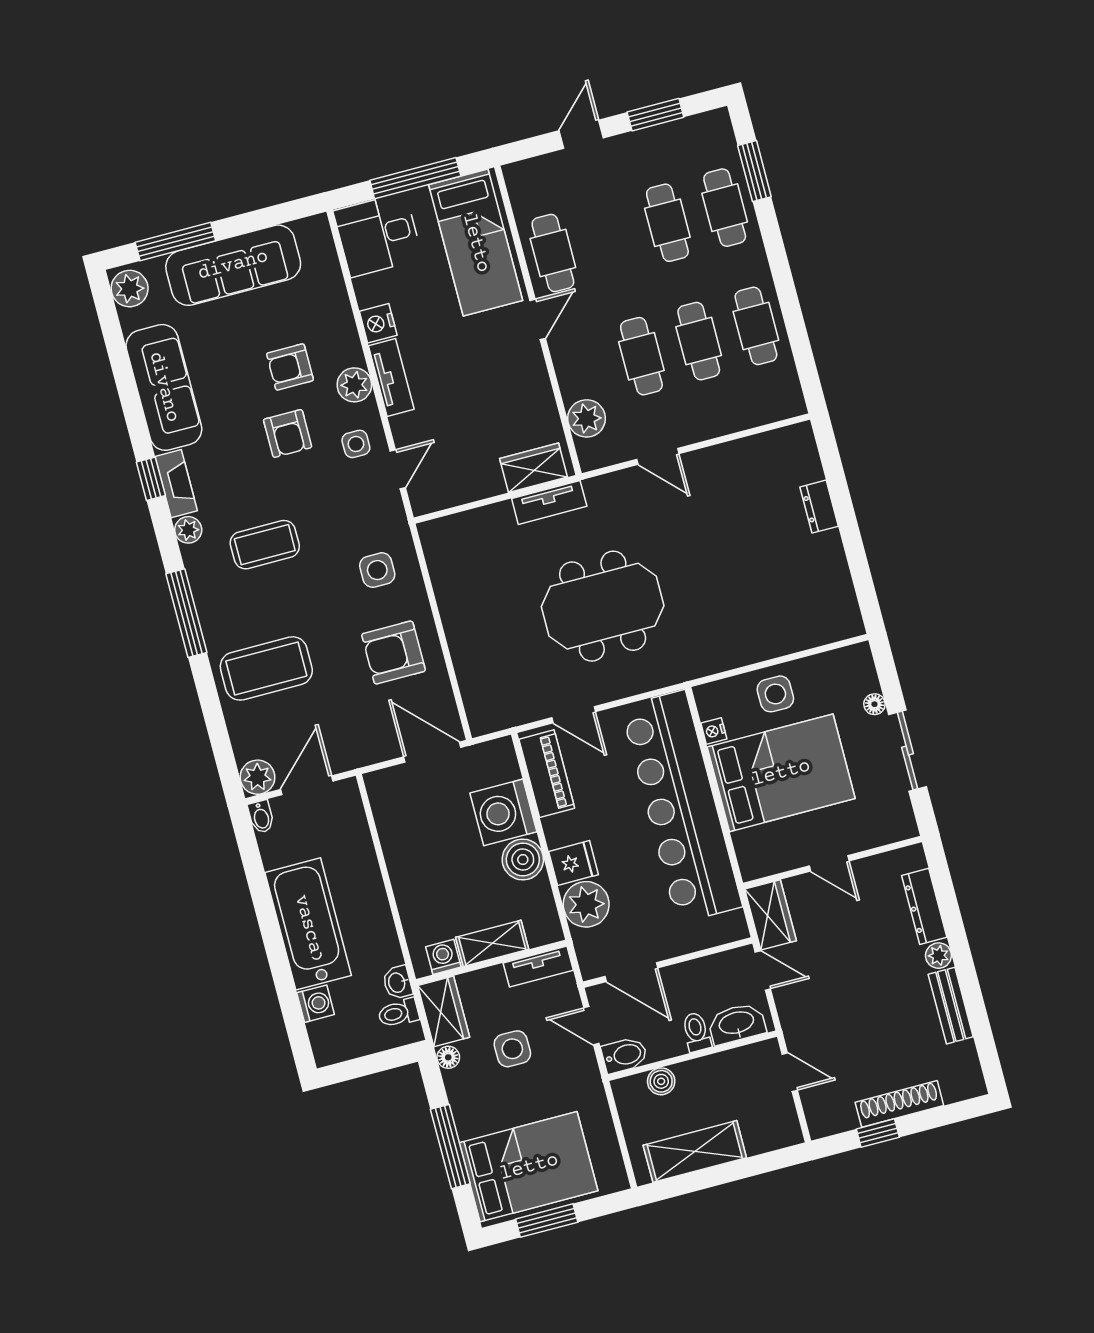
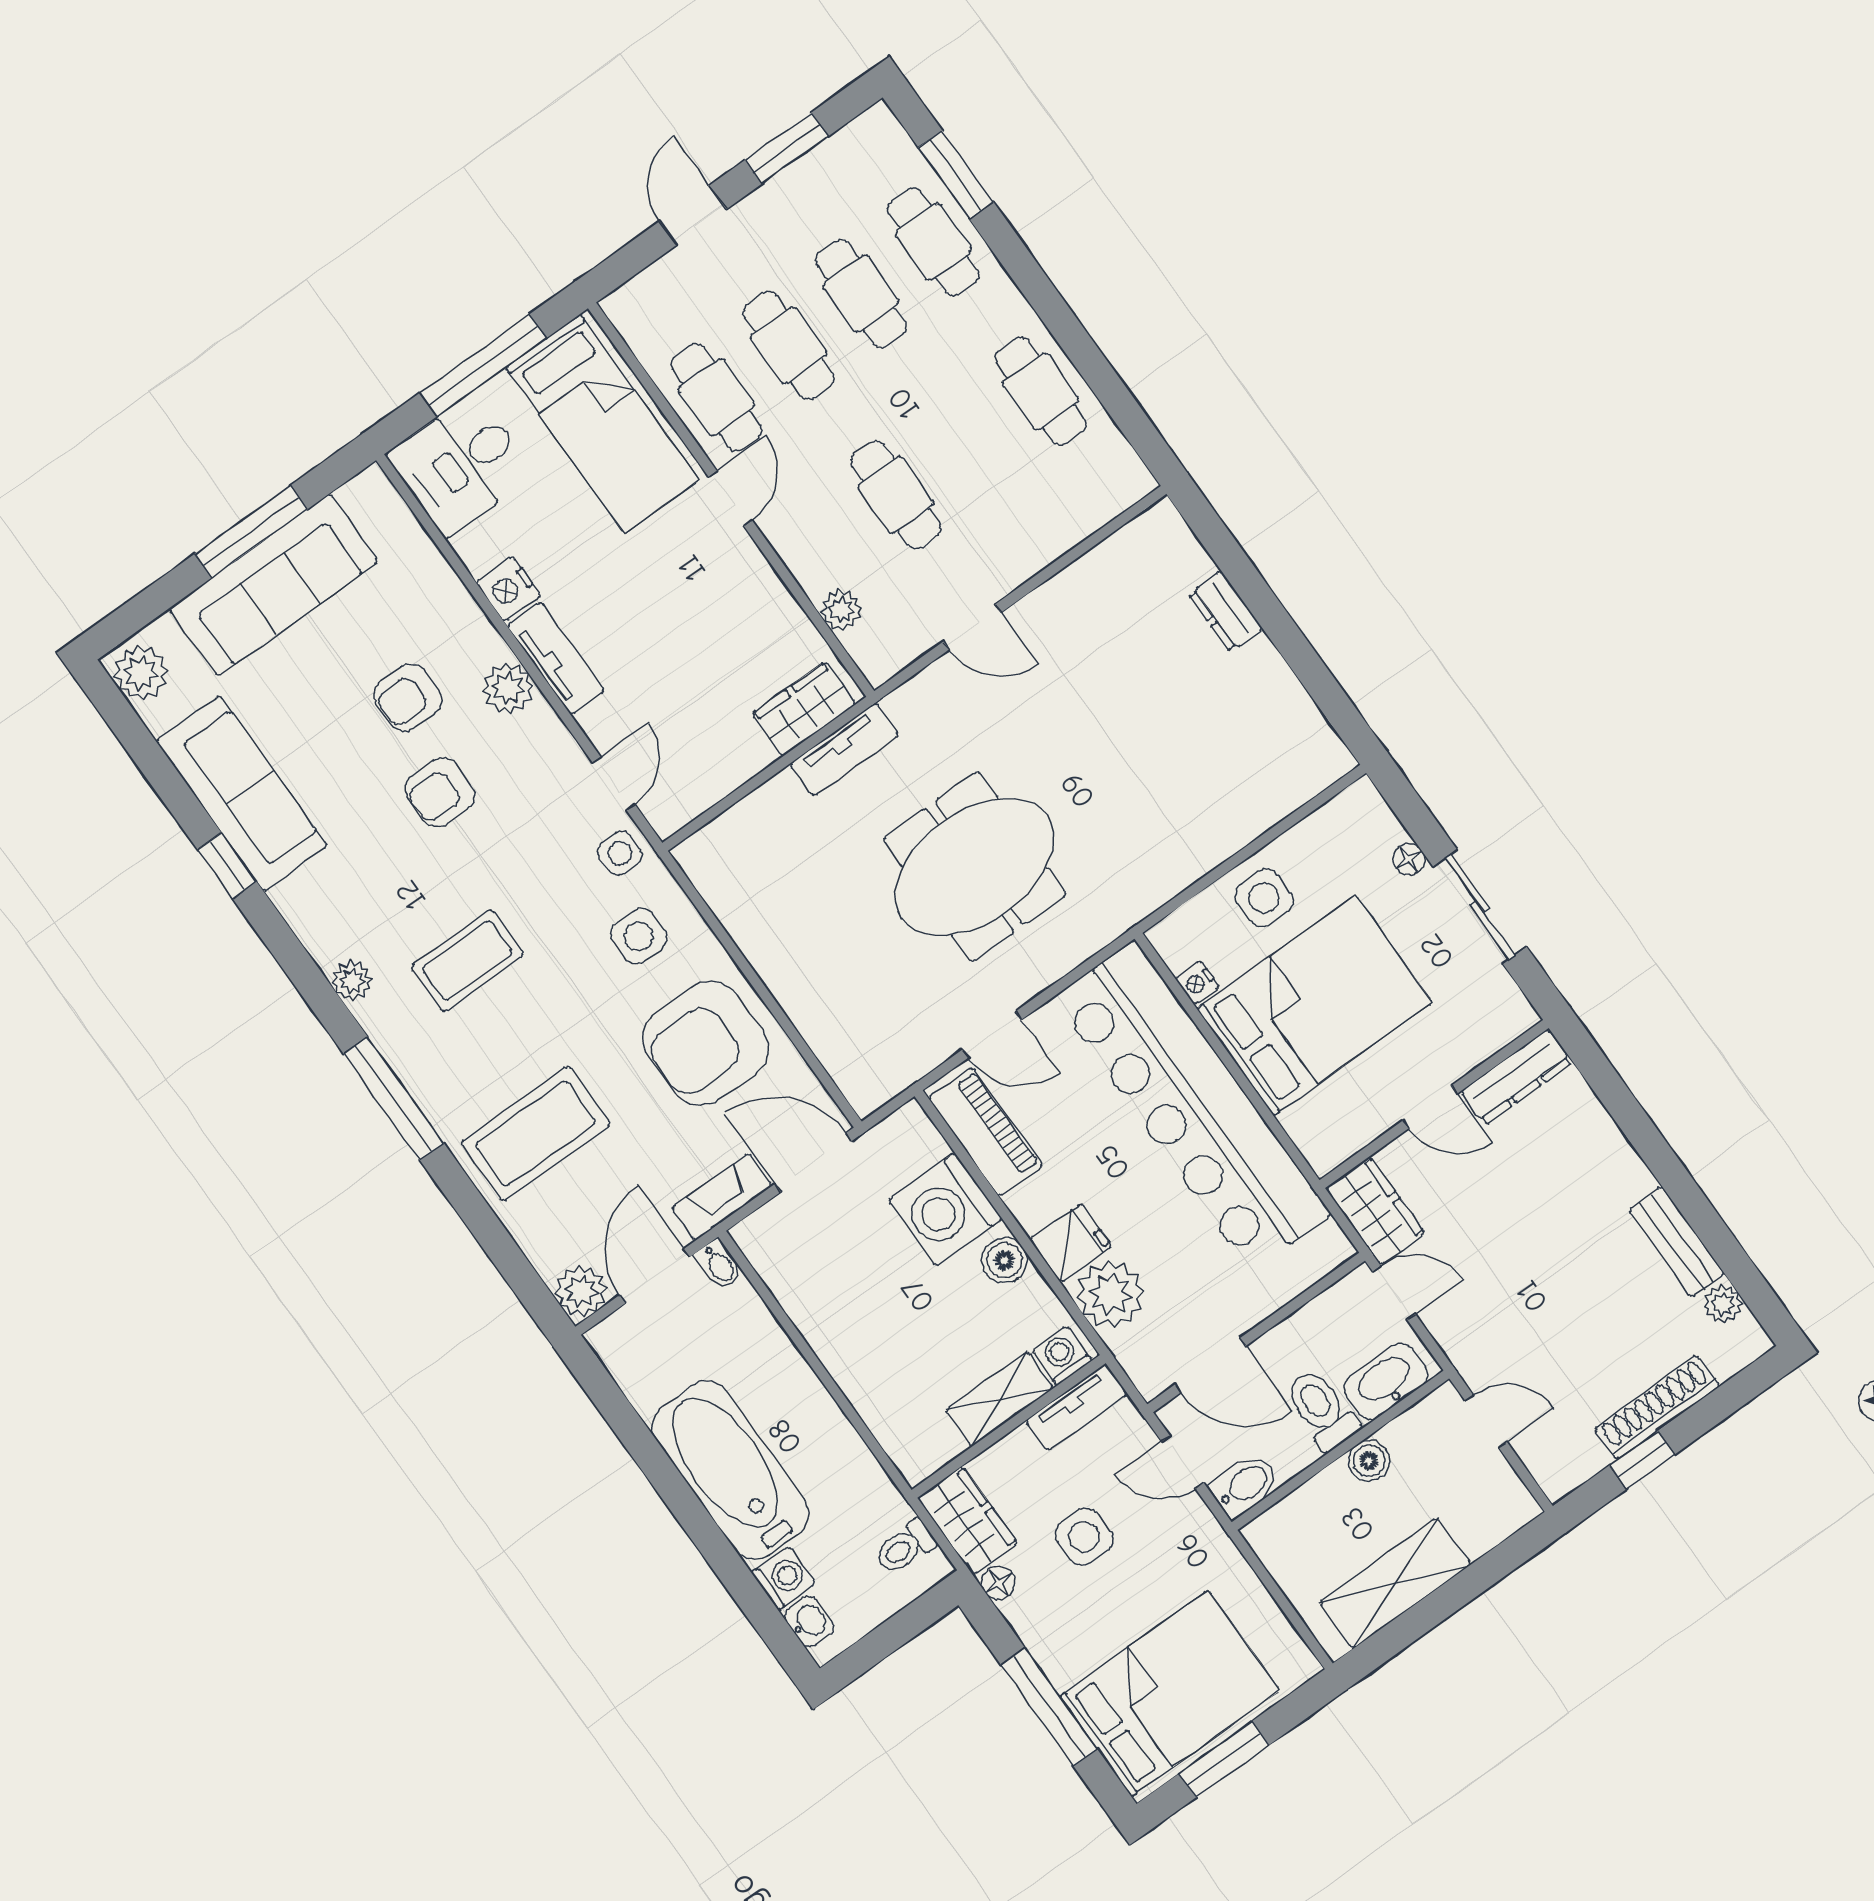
window: (175, 241) -> (251, 532), moved
cafe table: (699, 341) -> (789, 345), moved
plant: (587, 418) -> (841, 610), width x0.73, depth x0.73
armchair: (288, 433) -> (440, 792), turned 90
side table: (356, 444) -> (620, 853), moved
window: (151, 479) -> (227, 866), moved
fireplace: (176, 484) -> (722, 1197), moved, turned -90
armchair: (393, 653) -> (706, 1043), width x1.36, depth x1.36
bidet: (261, 817) -> (719, 1265), moved
boiler: (523, 860) -> (1004, 1260), width x0.73, depth x0.73
dresser: (924, 906) -> (1516, 1077), moved, turned -90
plant: (938, 956) -> (1723, 1304), moved
washing machine: (443, 957) -> (1062, 1356), moved
washbasin: (397, 982) -> (809, 1622), moved, turned 180
toilet: (696, 1032) -> (1322, 1410), width x1.37, depth x1.39
boiler: (661, 1081) -> (1369, 1461), moved

